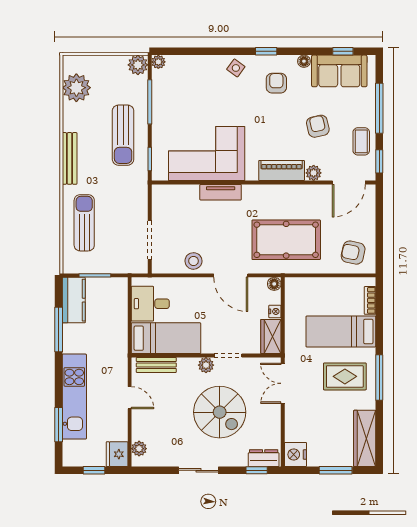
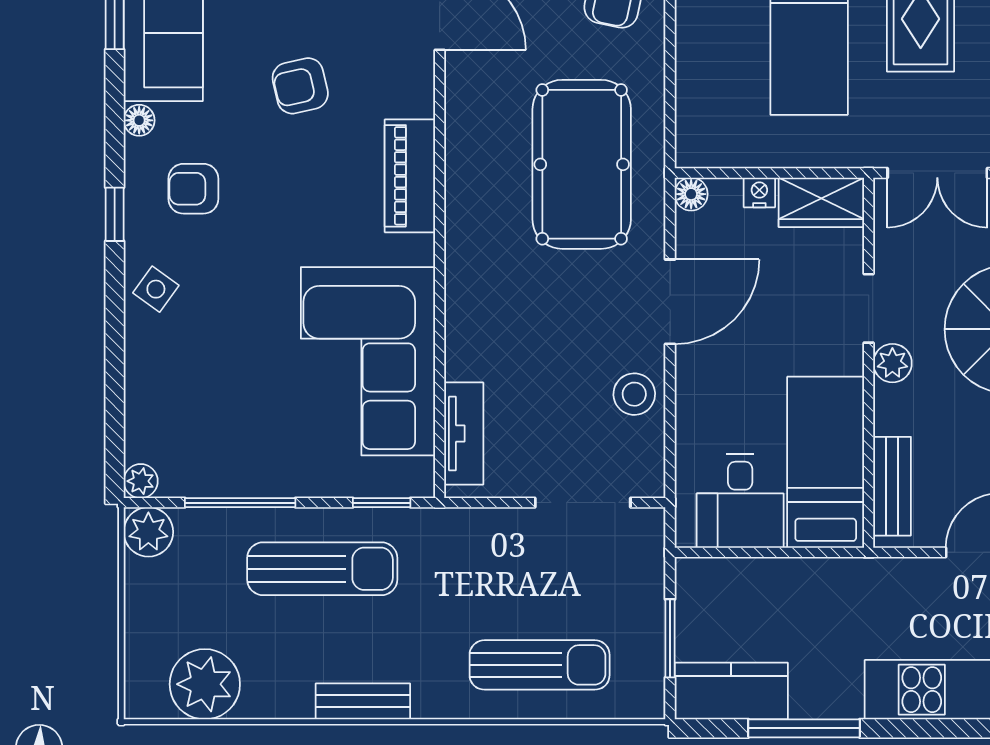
bench: (70, 158) -> (363, 701), width x0.73
plant: (314, 173) -> (416, 97), removed
tv unit: (221, 192) -> (464, 434), moved
sun lounger: (84, 223) -> (540, 665), turned 180

